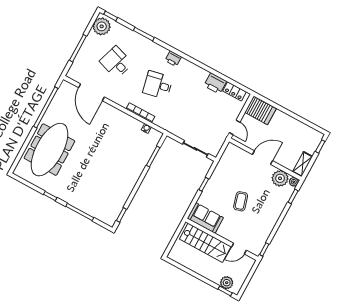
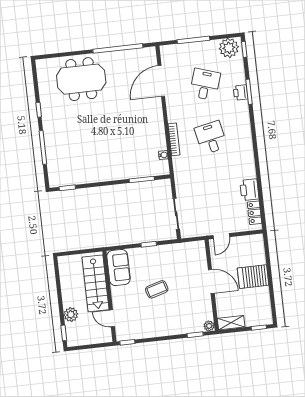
printer: (173, 59) -> (241, 93), moved
server rack: (261, 110) -> (253, 277), moved, turned 90
meeting table: (49, 150) -> (81, 79), width x0.73
plant: (280, 178) -> (203, 311), removed
plant: (227, 283) -> (71, 315), moved

